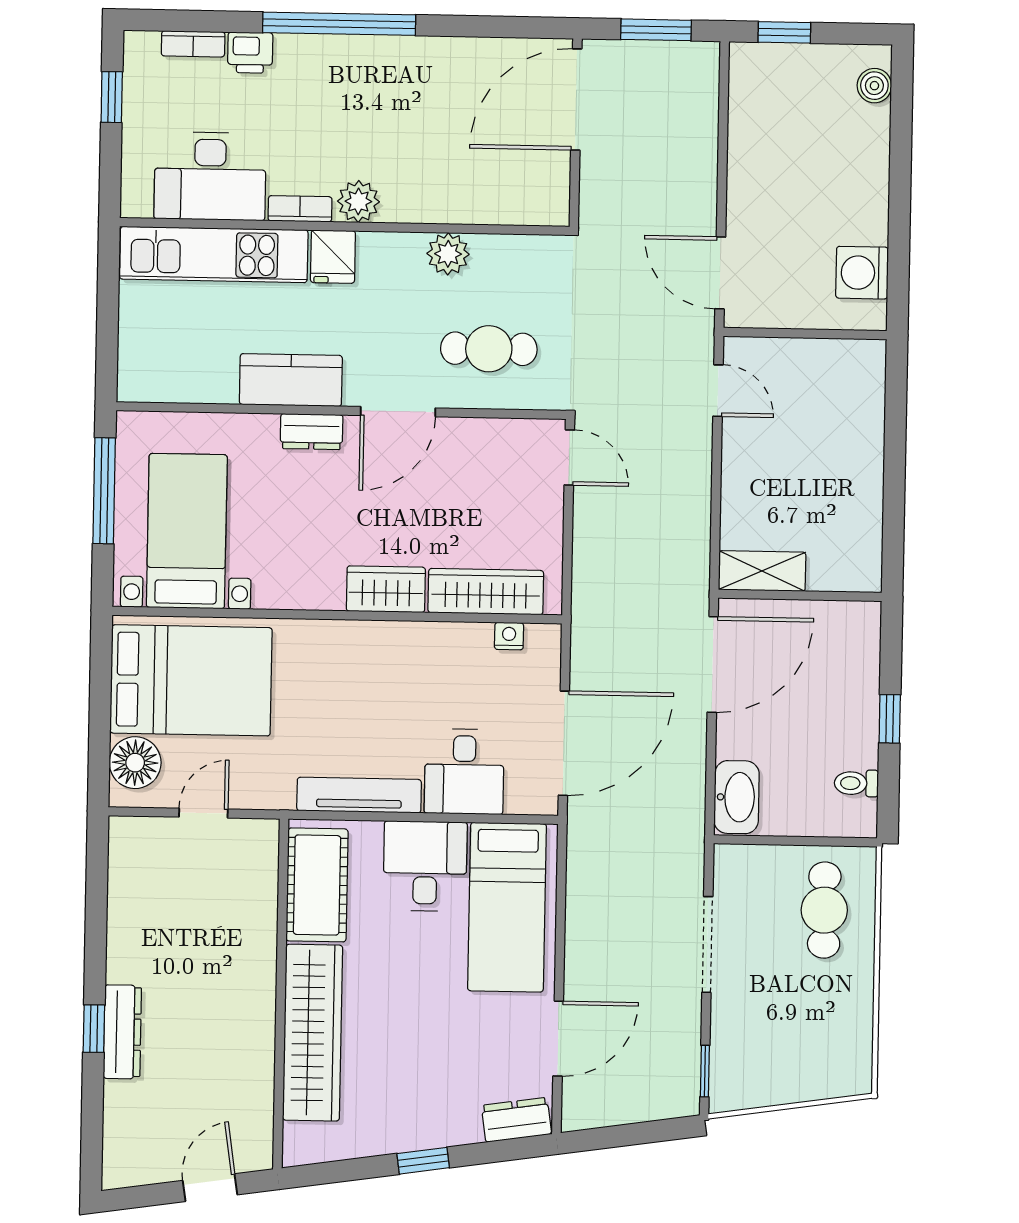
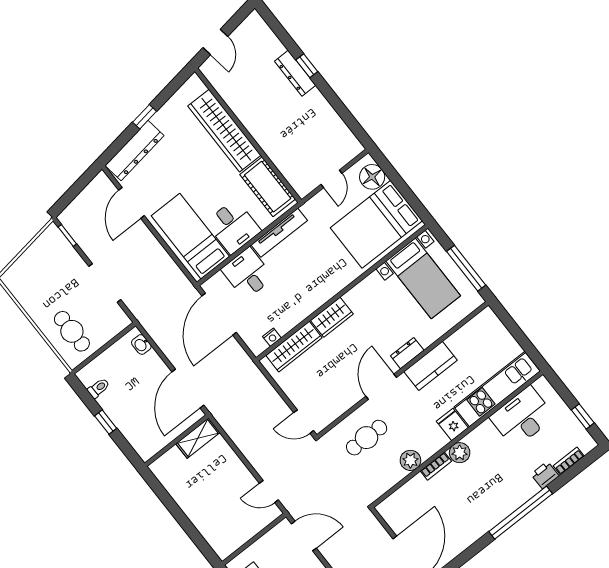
bookcase: (300, 209) -> (436, 466), moved
washbasin: (736, 797) -> (141, 344), width x0.52, depth x0.69
dresser: (516, 1120) -> (135, 151), width x1.96, depth x1.24

